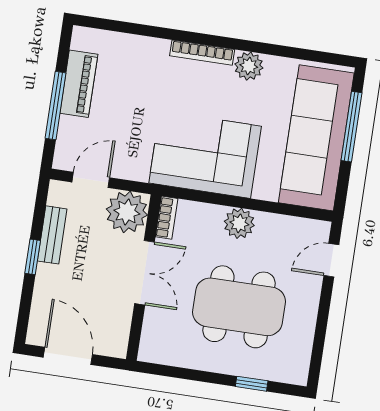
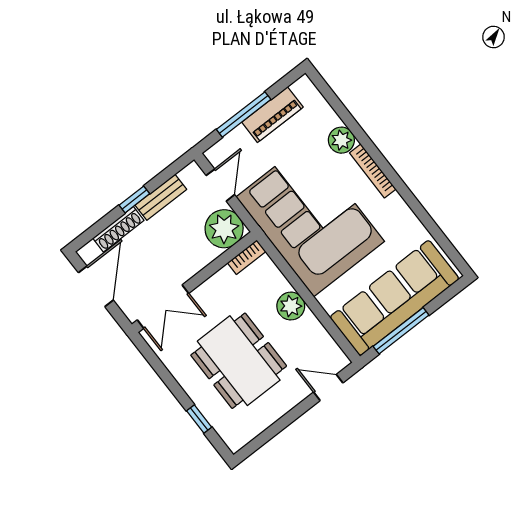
plant: (249, 66) -> (341, 140), moved
window: (351, 127) -> (401, 331), moved
corner sofa: (205, 155) -> (310, 219), width x1.36, depth x1.36
door: (91, 180) -> (220, 185), hinge flipped
double door: (144, 273) -> (163, 307), moved
shoe rack: (42, 293) -> (118, 229), added

